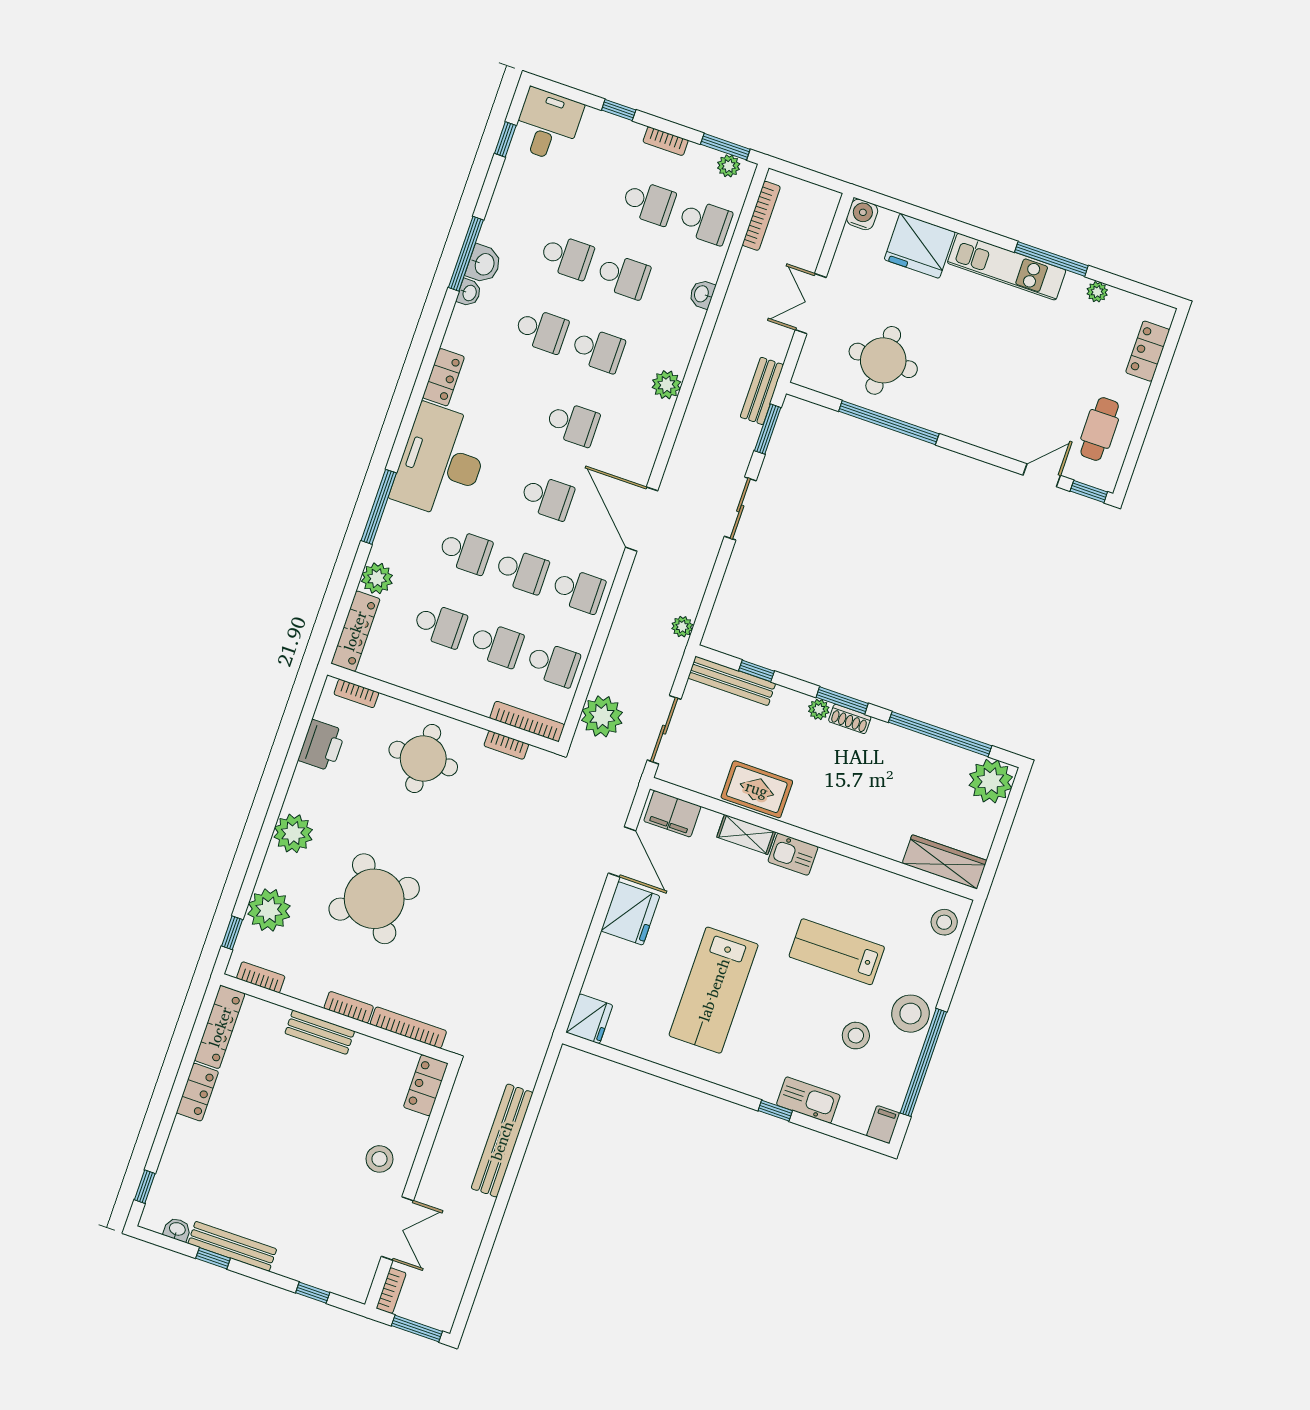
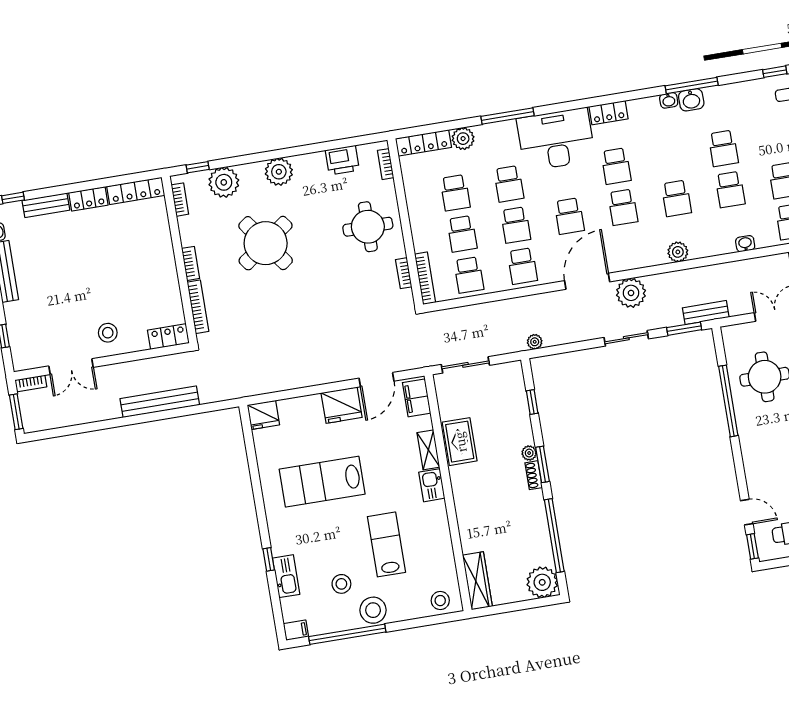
school desk: (541, 330) -> (616, 166), moved
bench: (732, 681) -> (518, 390), removed
plant: (602, 716) -> (631, 293), moved
bench: (320, 1032) -> (46, 205), moved, turned 90

